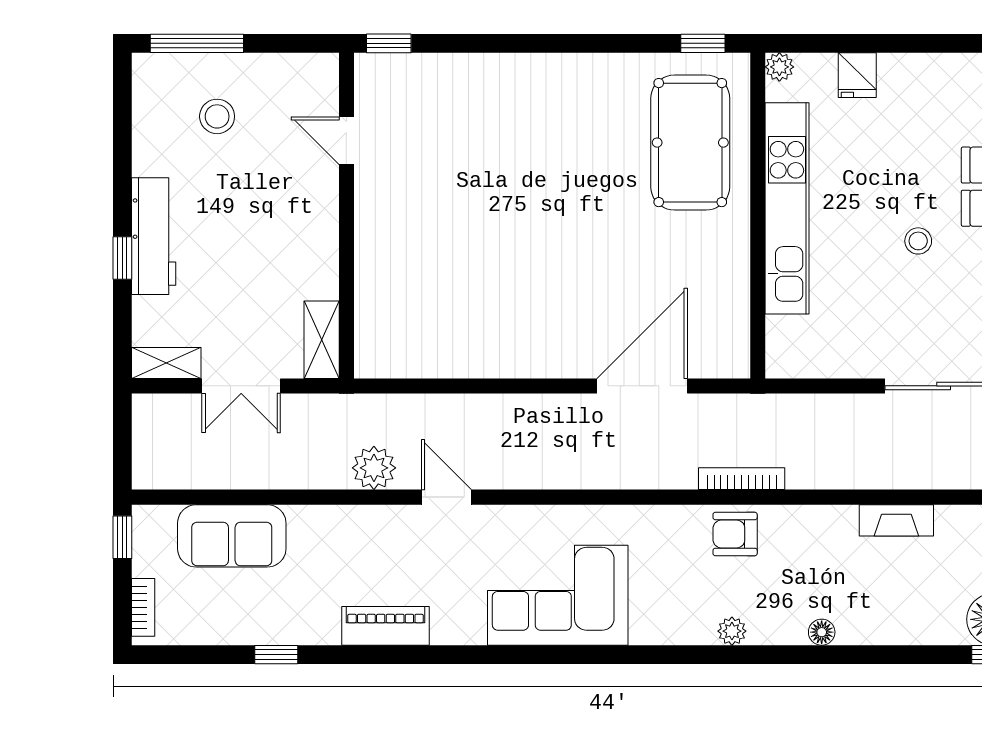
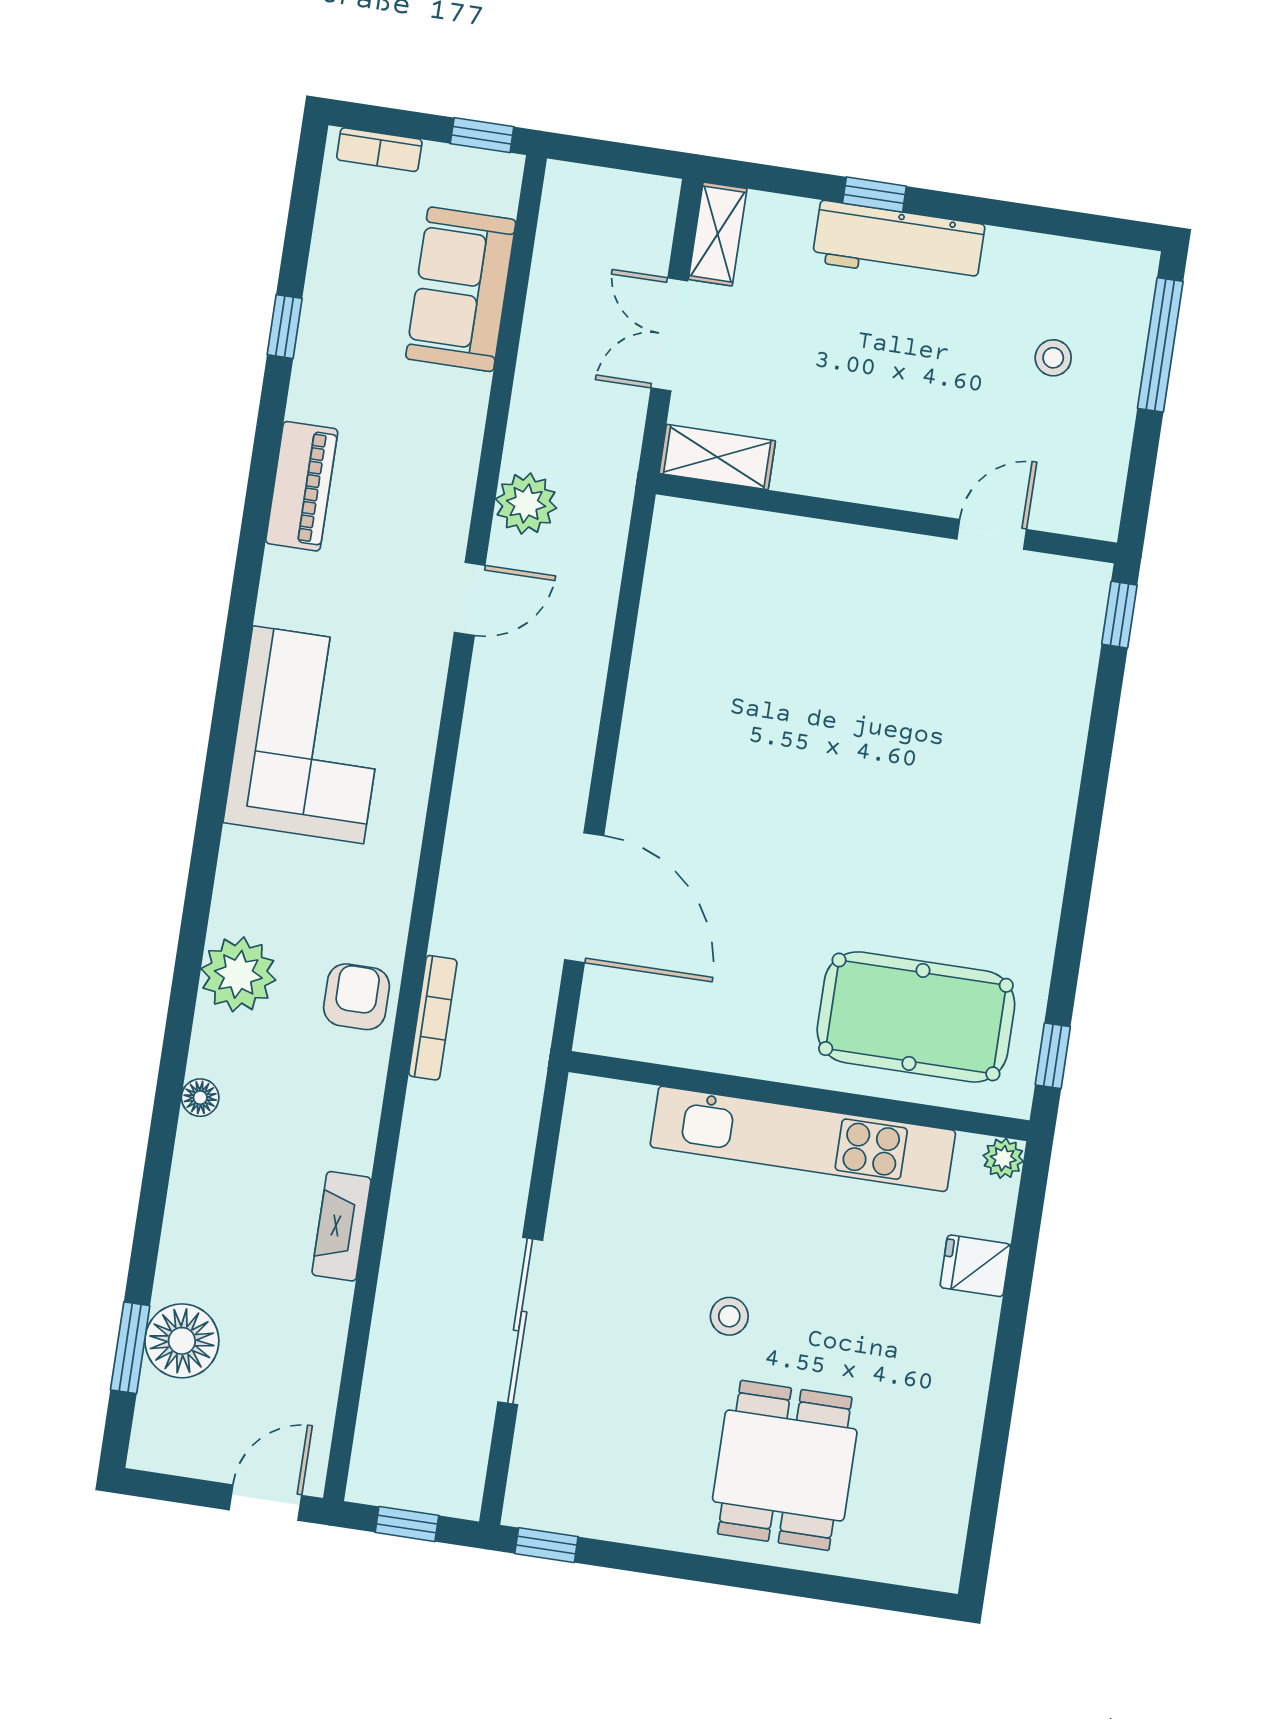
stool: (217, 116) -> (1053, 358), width x0.73, depth x0.73
plant: (732, 631) -> (238, 974), width x1.88, depth x1.88

